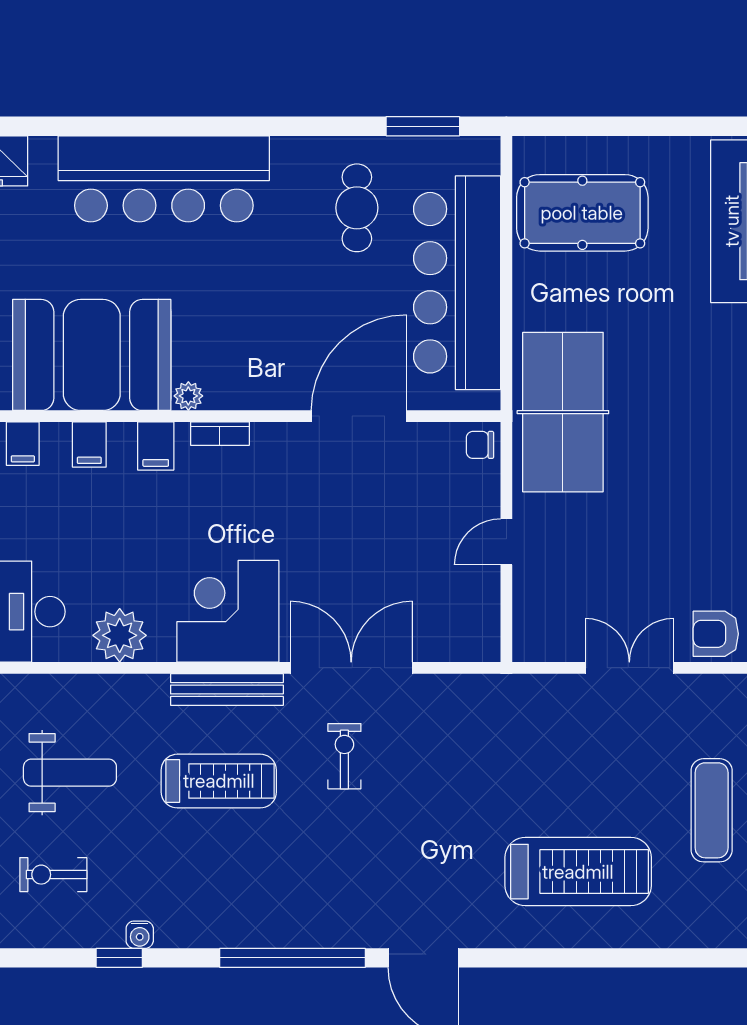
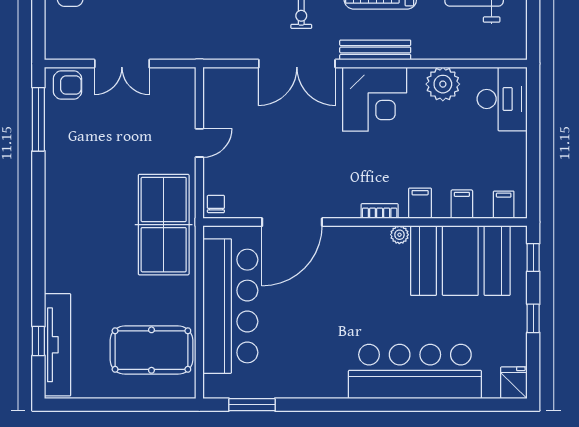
cafe table: (357, 208) -> (293, 353), removed
chair: (480, 445) -> (216, 204), turned -90

